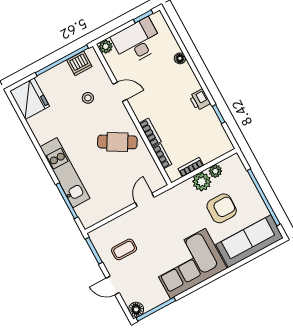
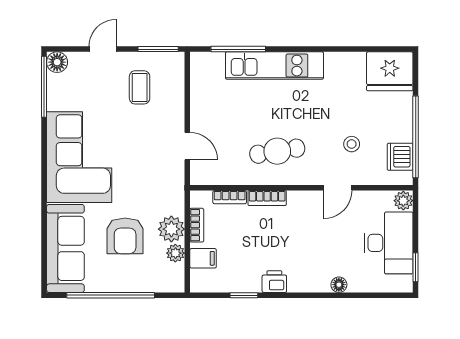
cafe table: (117, 142) -> (277, 151), turned 51
filing cabinet: (209, 152) -> (203, 258), added

